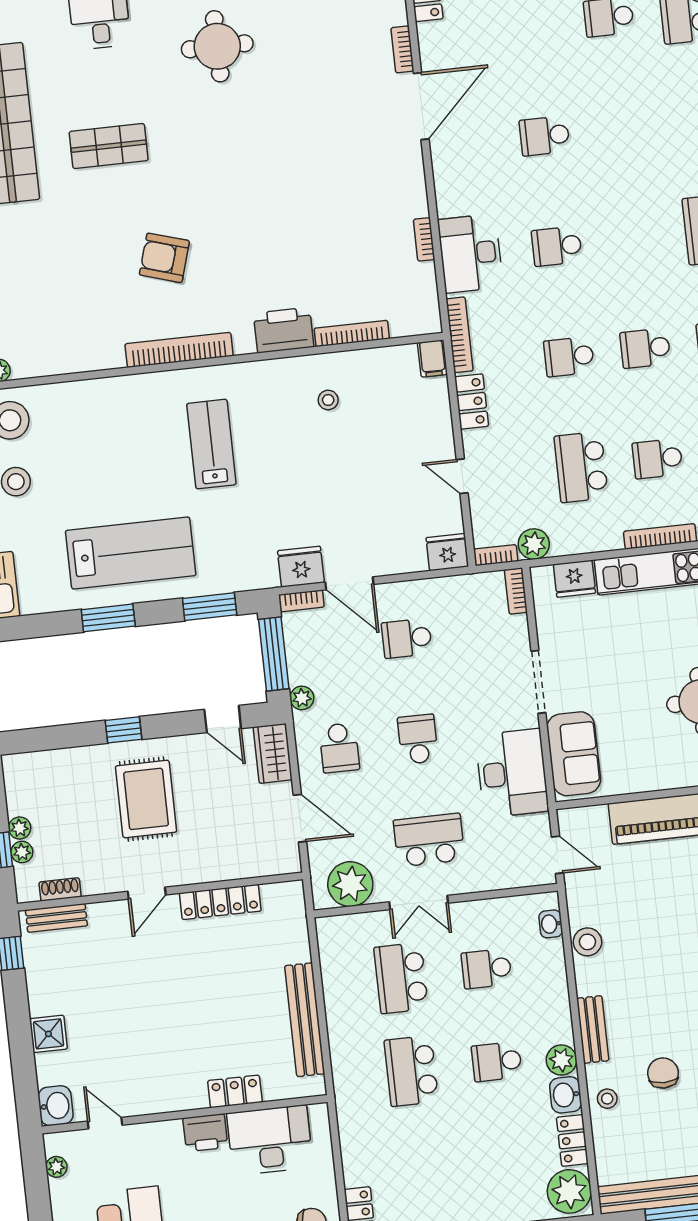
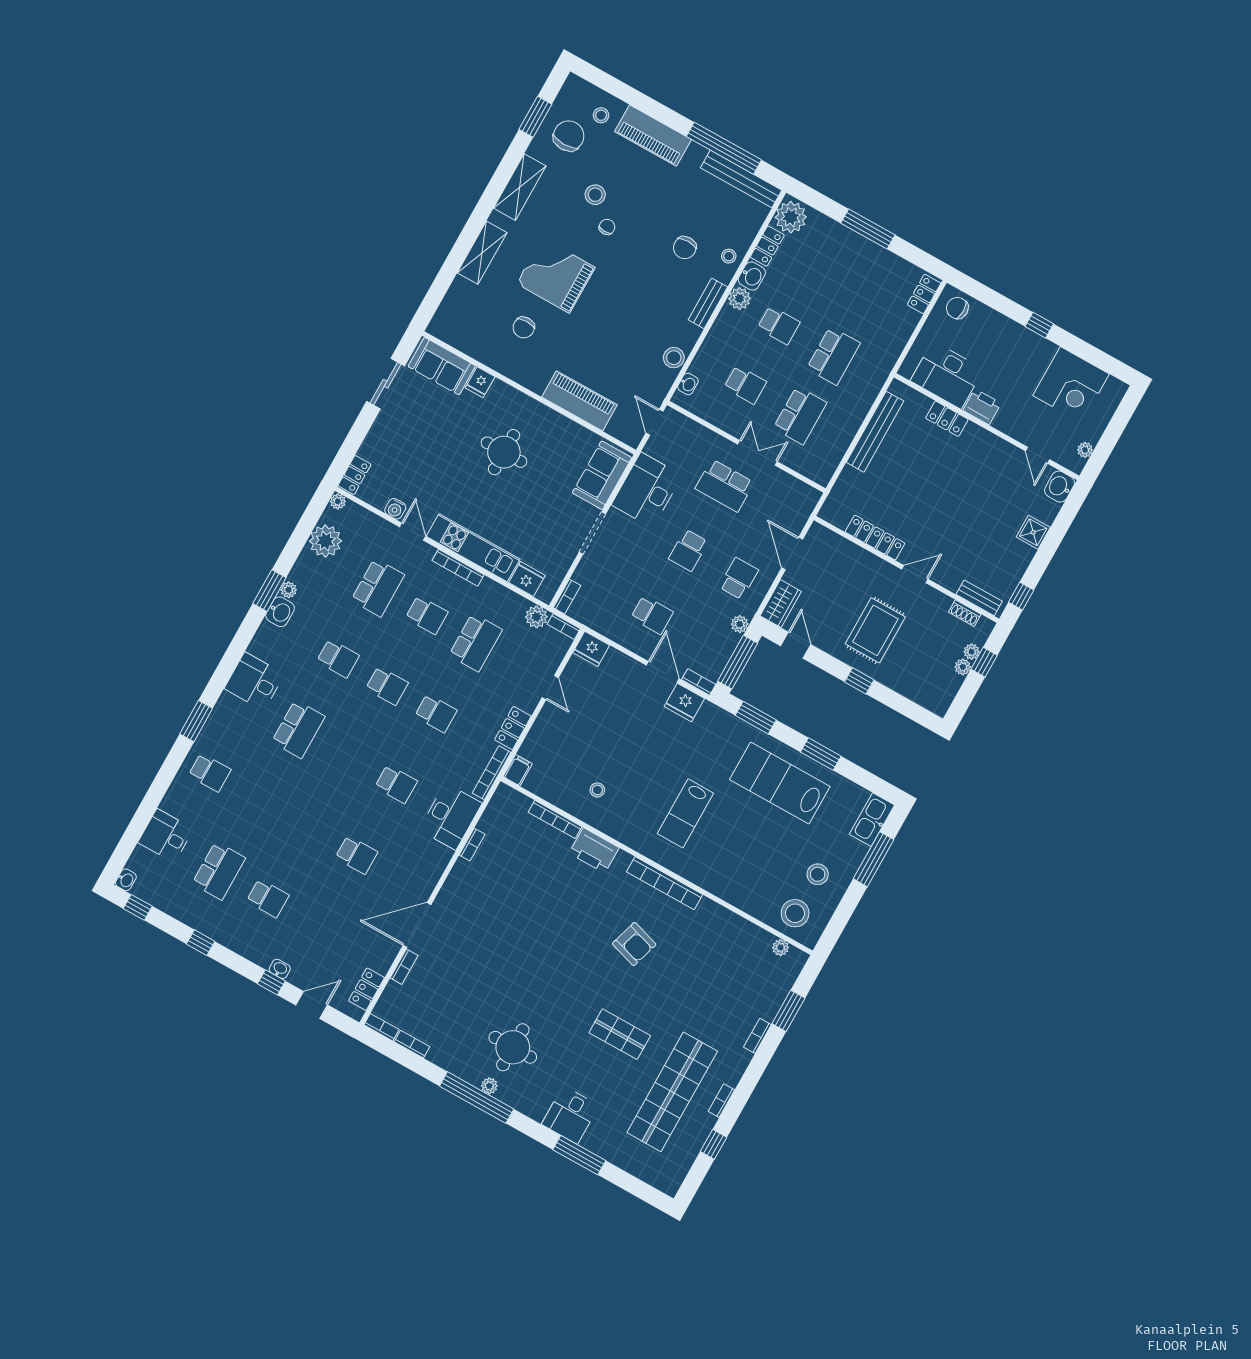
plant: (350, 884) -> (790, 493), removed

